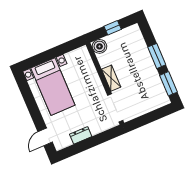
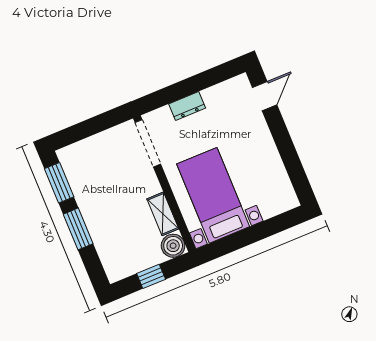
shelving: (111, 78) -> (163, 214), moved
bed with nightstands: (53, 87) -> (213, 195), moved
dresser: (81, 135) -> (187, 106), moved

